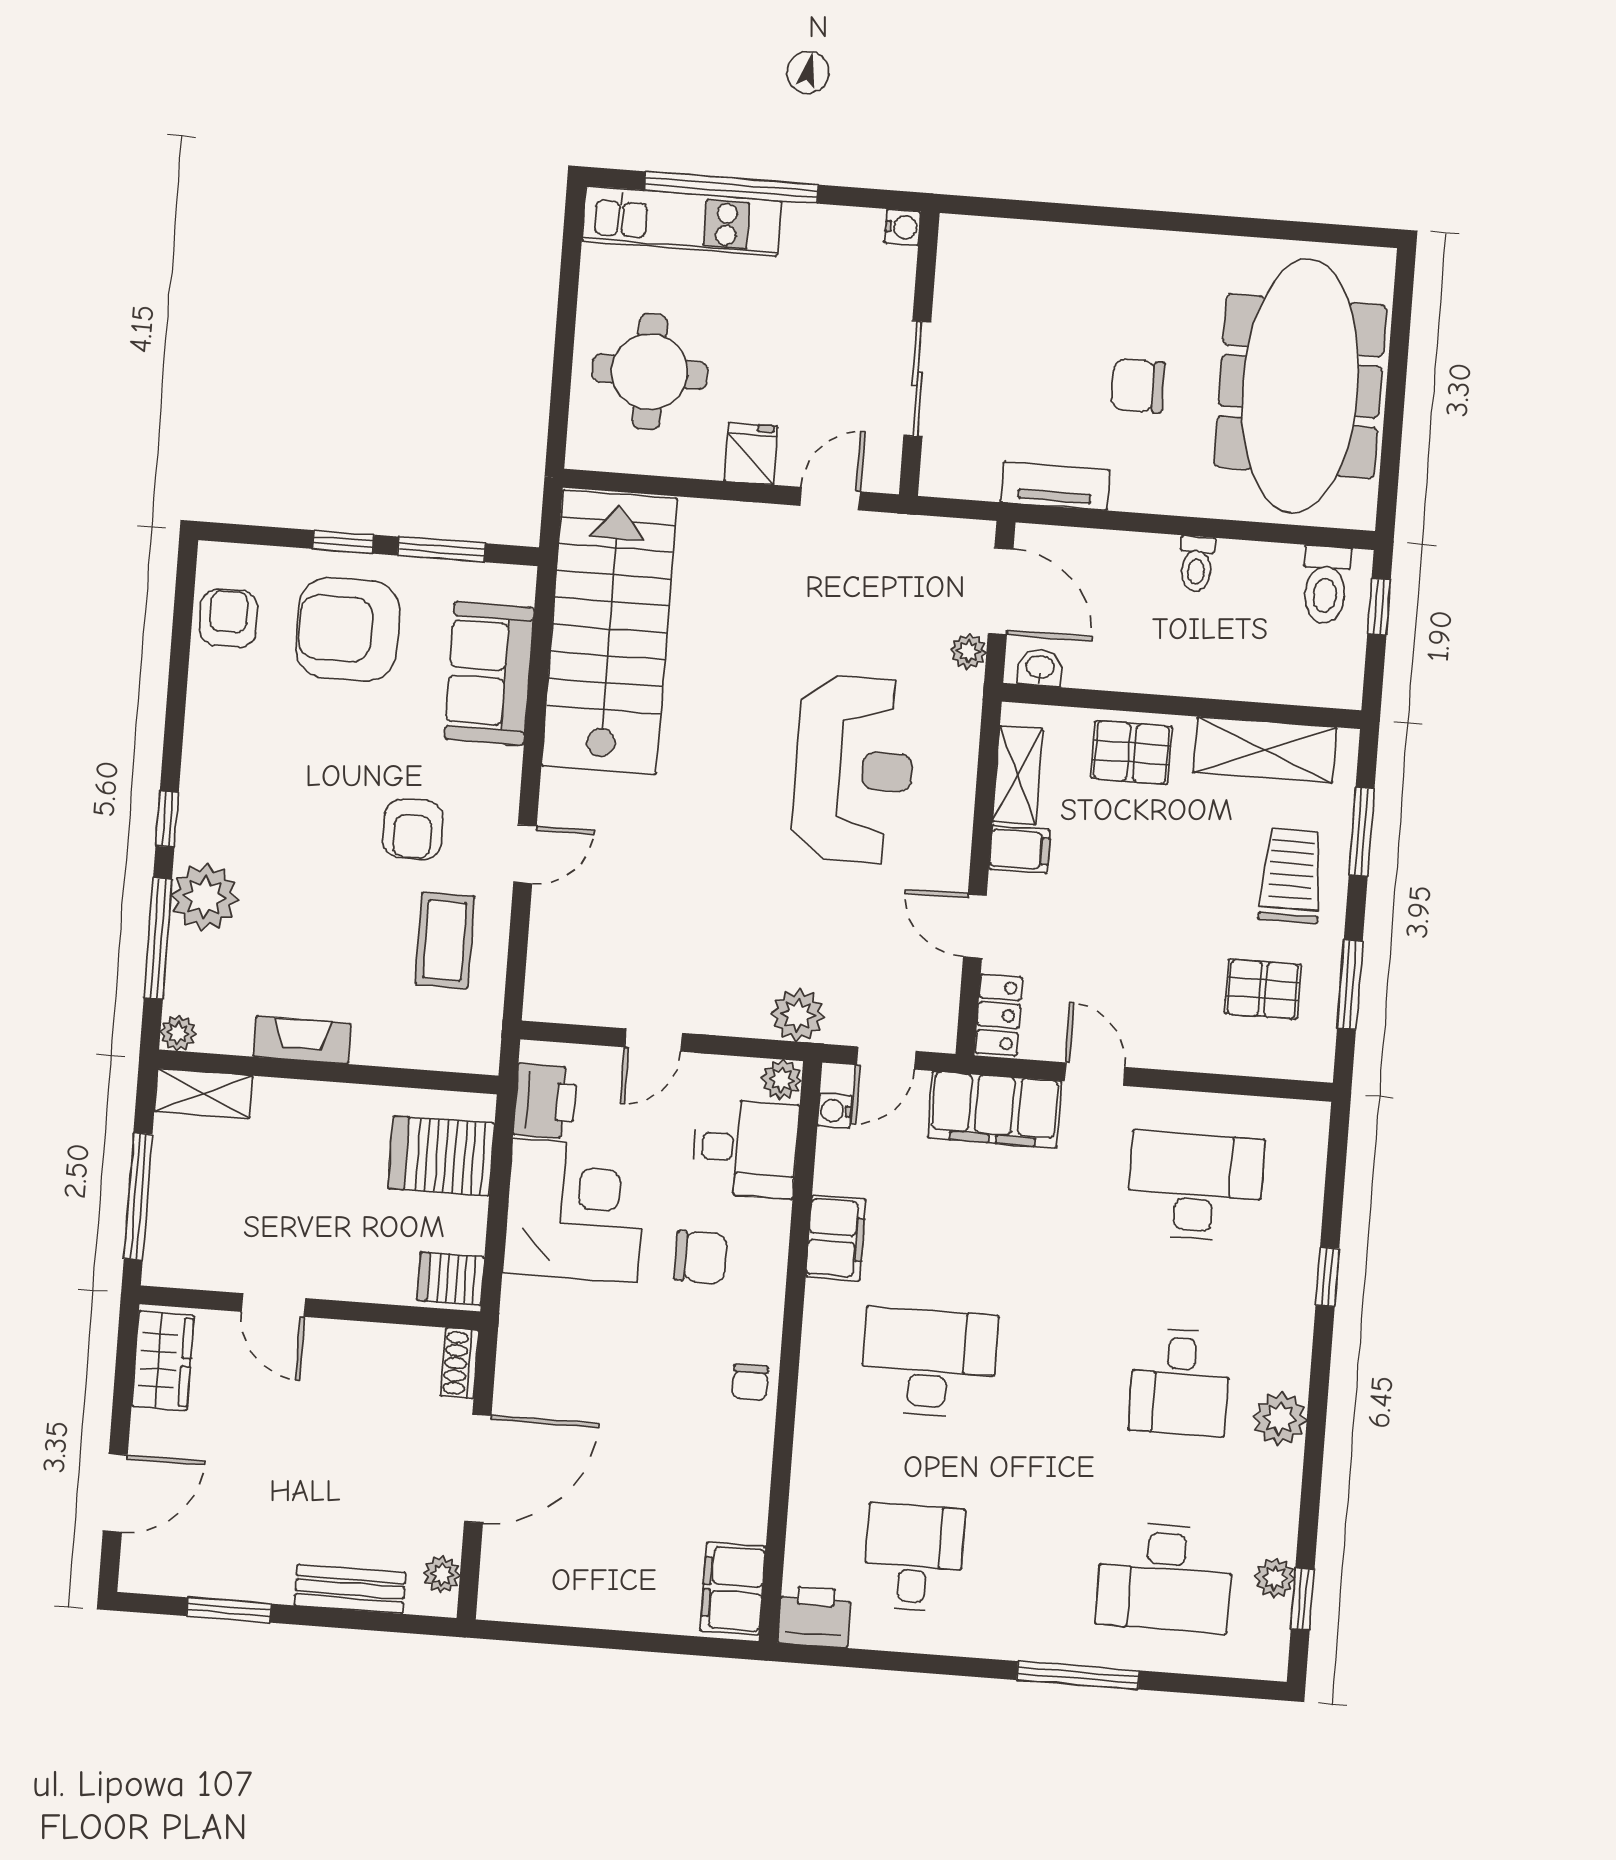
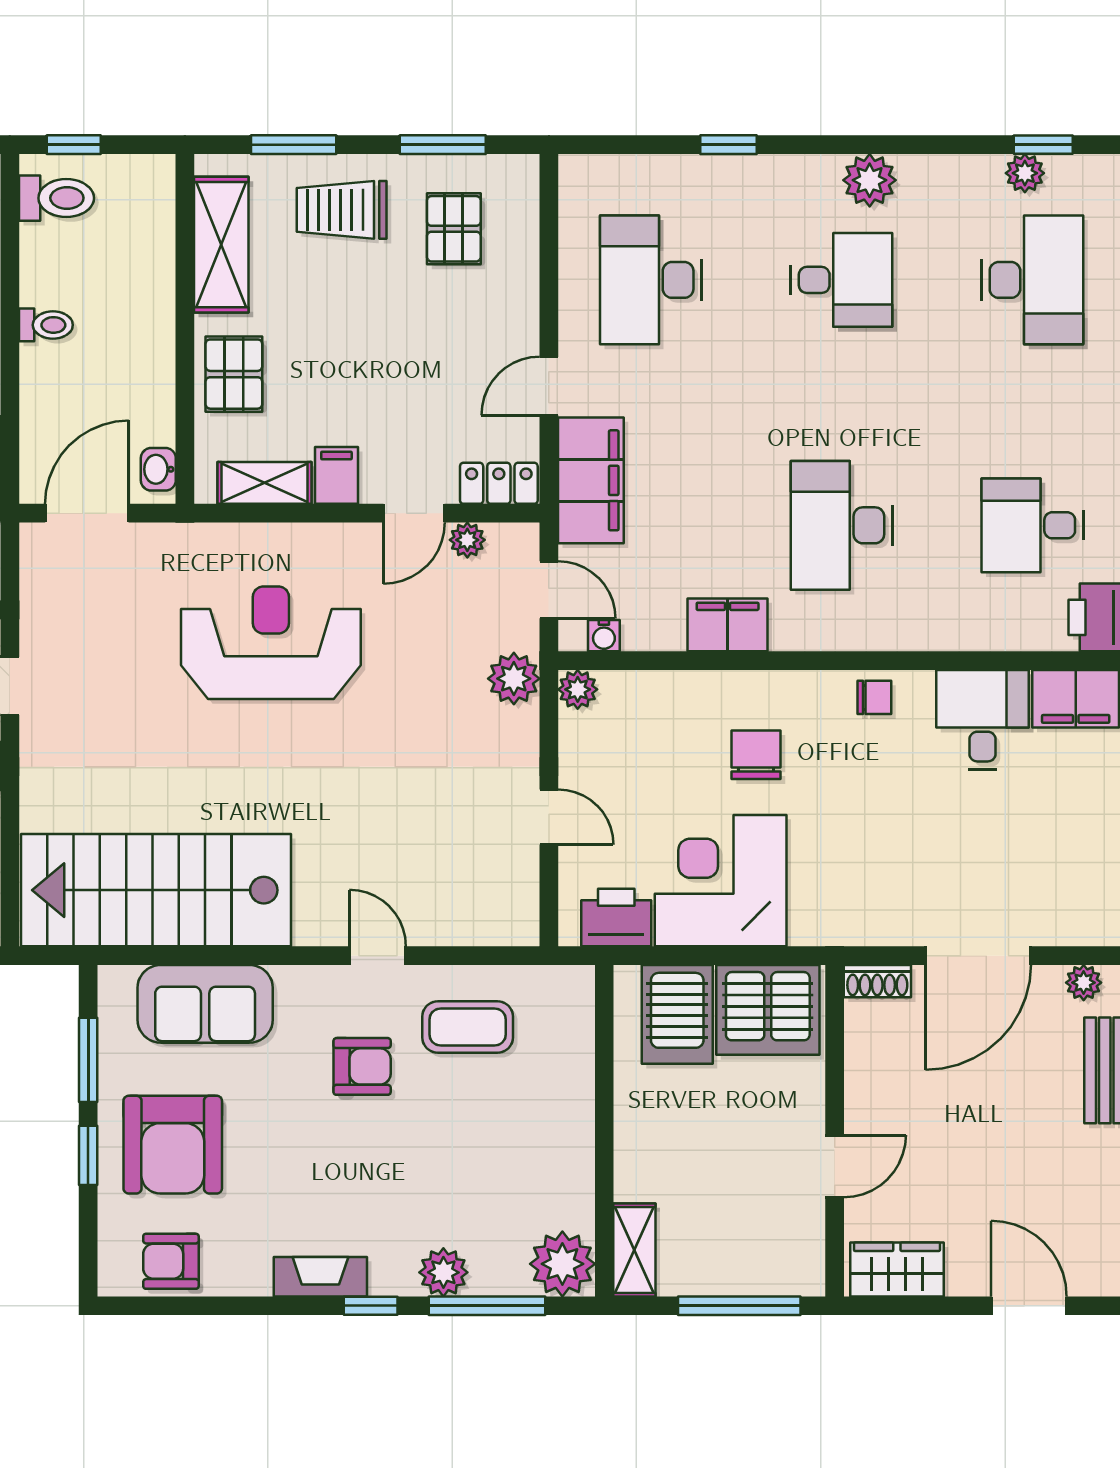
plant: (968, 651) -> (467, 540), moved
plant: (205, 897) -> (443, 1272), width x0.73, depth x0.73
plant: (178, 1033) -> (562, 1264), width x1.87, depth x1.87
fireplace: (302, 1040) -> (320, 1277), moved, turned 90
desk: (745, 1148) -> (983, 720), moved
server rack: (451, 1279) -> (768, 1010), width x2.18, depth x1.44
door: (478, 1469) -> (978, 956), swing flipped

